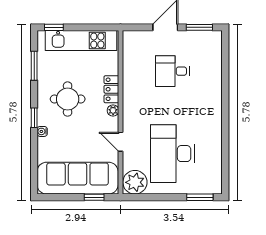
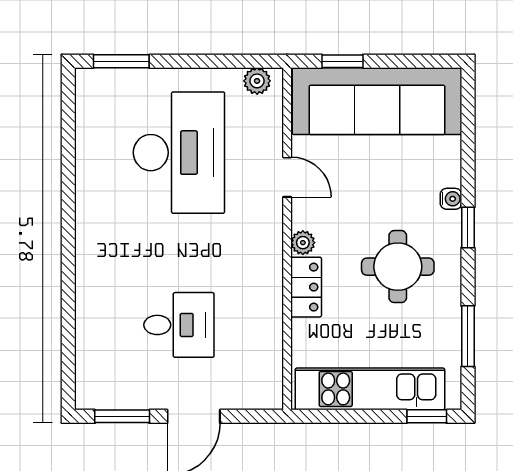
plant: (135, 182) -> (257, 81), width x0.53, depth x0.53

